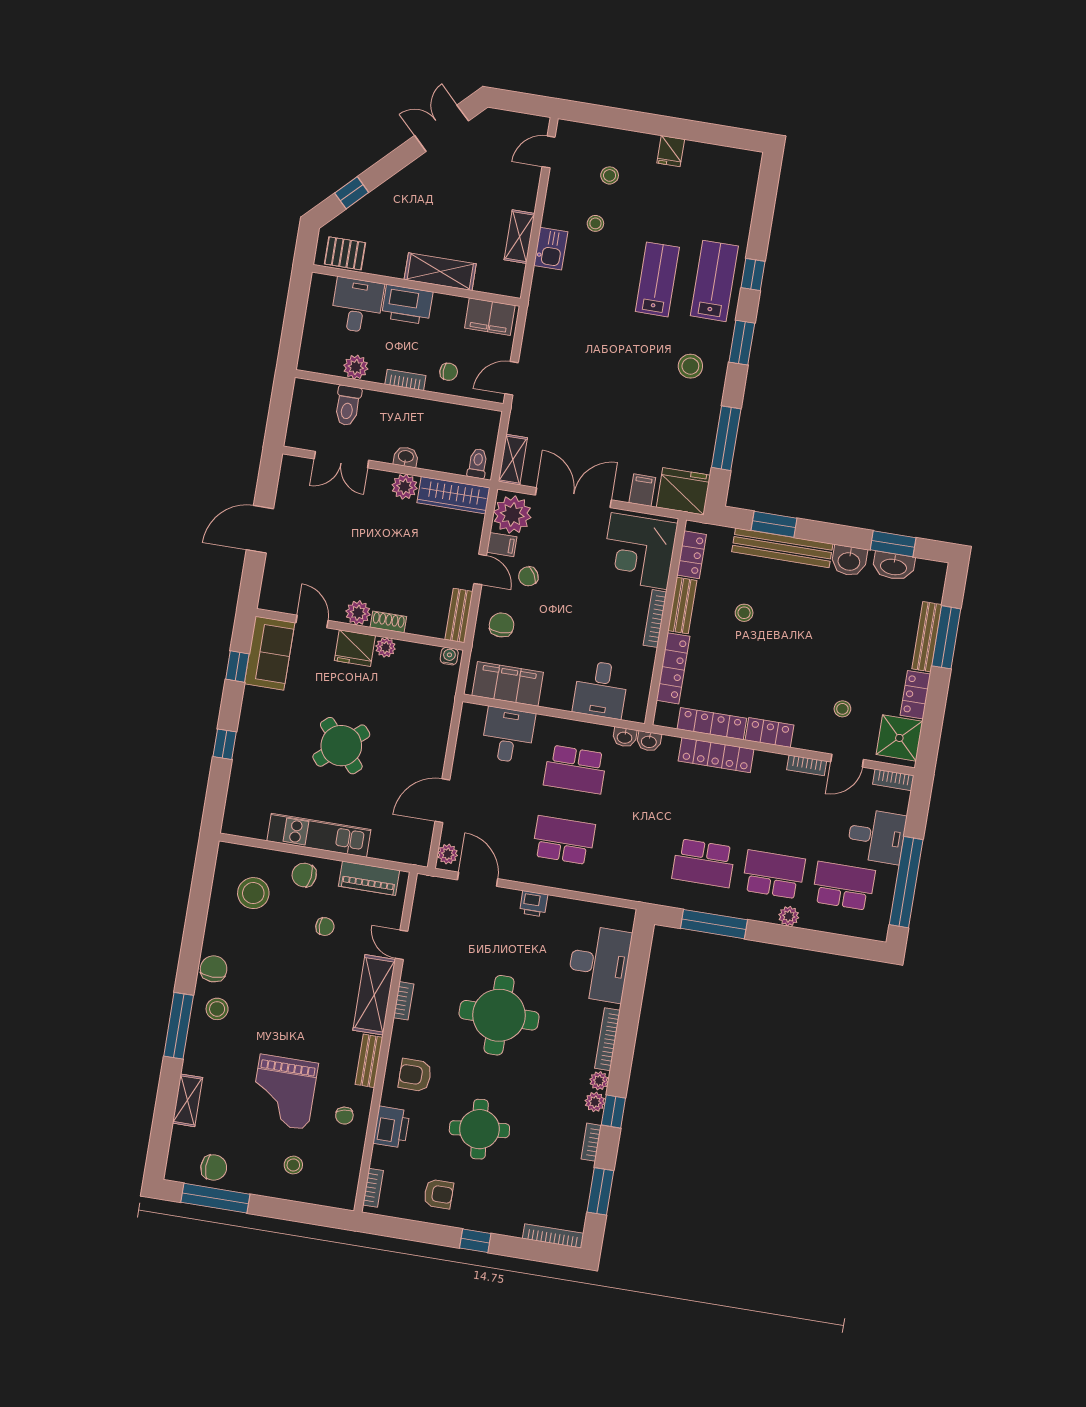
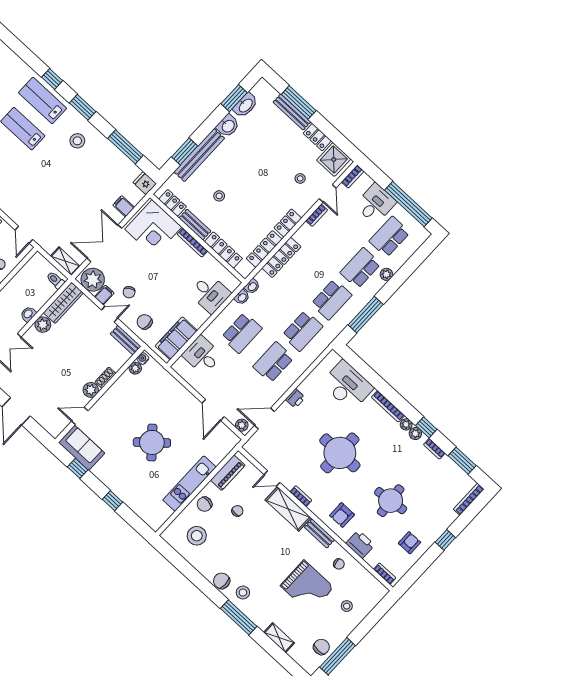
fridge: (683, 491) -> (145, 183), width x0.53, depth x0.75
plant: (386, 647) -> (135, 368), moved
fridge: (355, 648) -> (107, 403), removed
school desk: (634, 852) -> (302, 331), added

